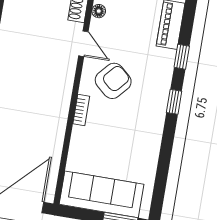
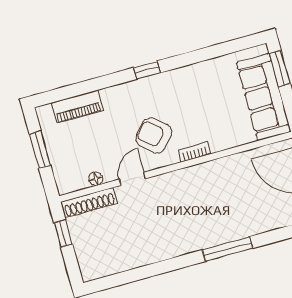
window: (182, 57) -> (102, 83), removed

